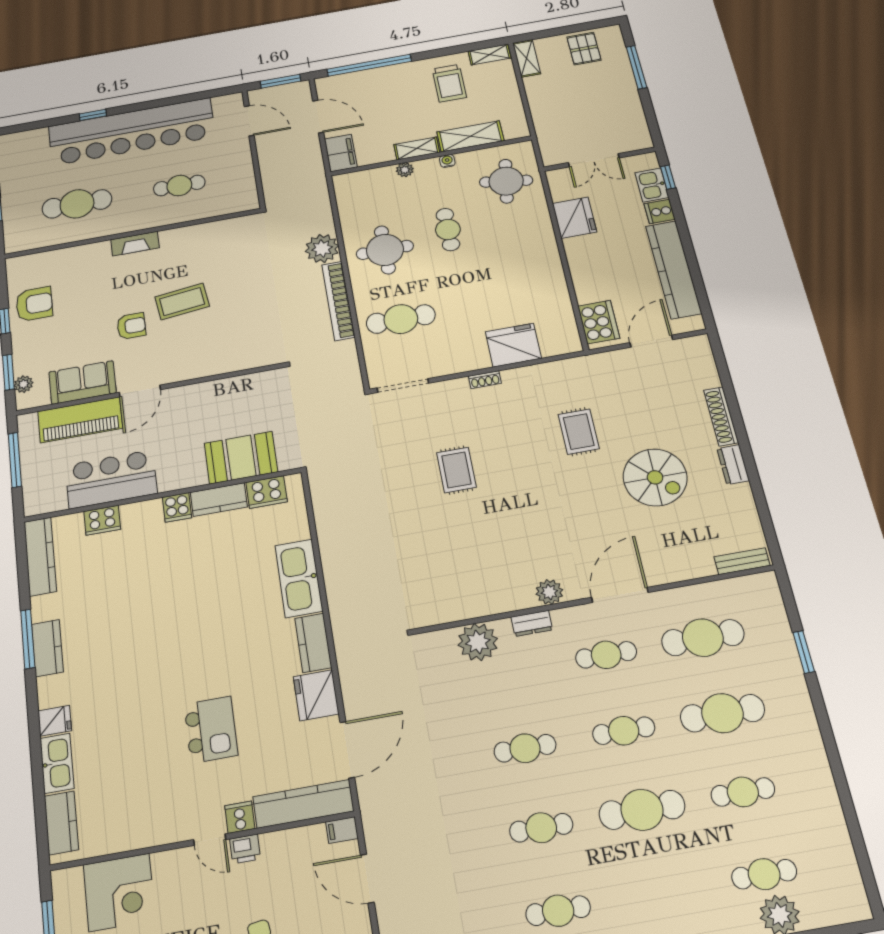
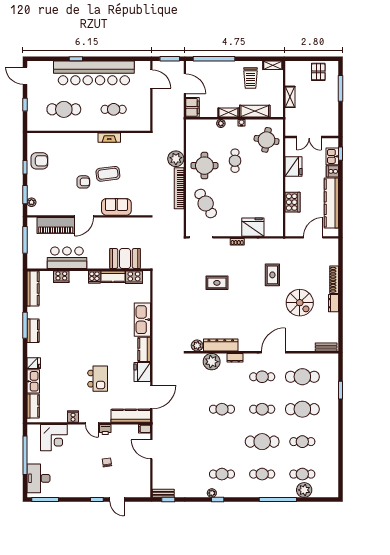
shelving: (527, 58) -> (290, 97), moved
fireplace: (135, 244) -> (109, 138), moved
cafe table: (401, 319) -> (206, 203), turned 60
cooker: (599, 322) -> (293, 202), moved
sofa: (83, 382) -> (116, 207), moved
rug: (456, 470) -> (217, 283), turned 90
plant: (549, 592) -> (197, 346), moved
dresser: (492, 601) -> (221, 345), added
cooker: (240, 817) -> (73, 417), moved
cafe table: (541, 828) -> (262, 474), moved

